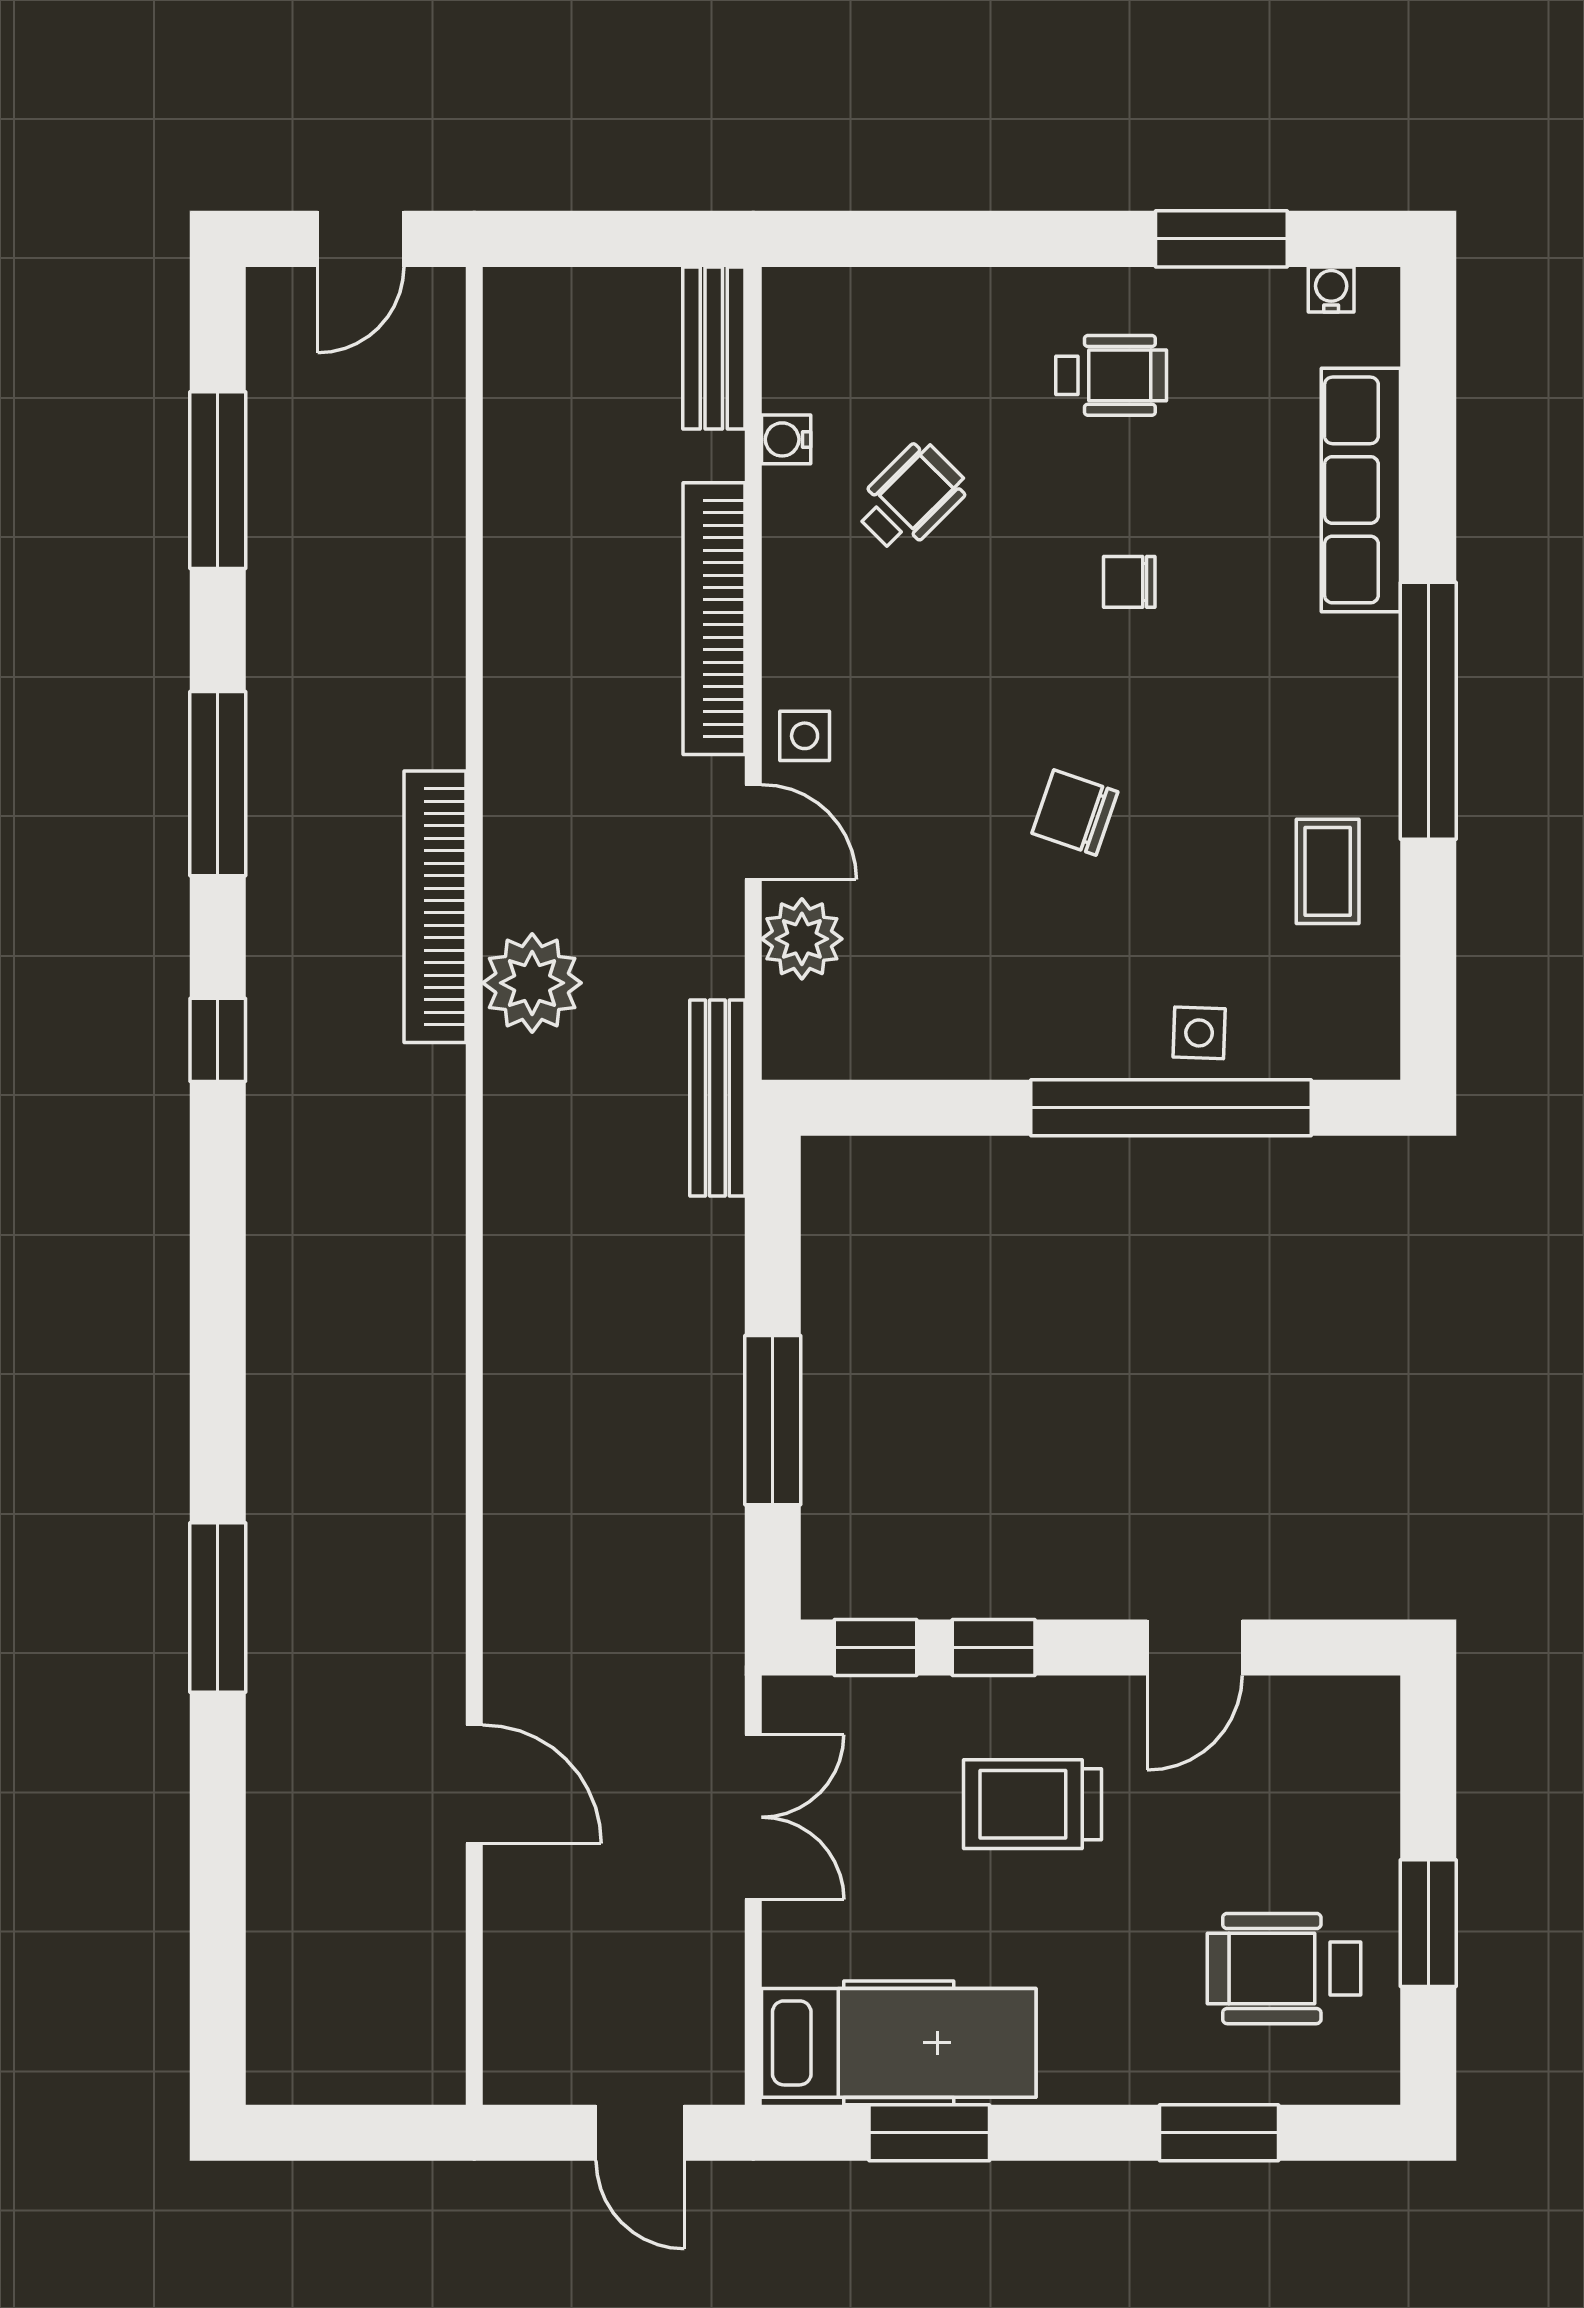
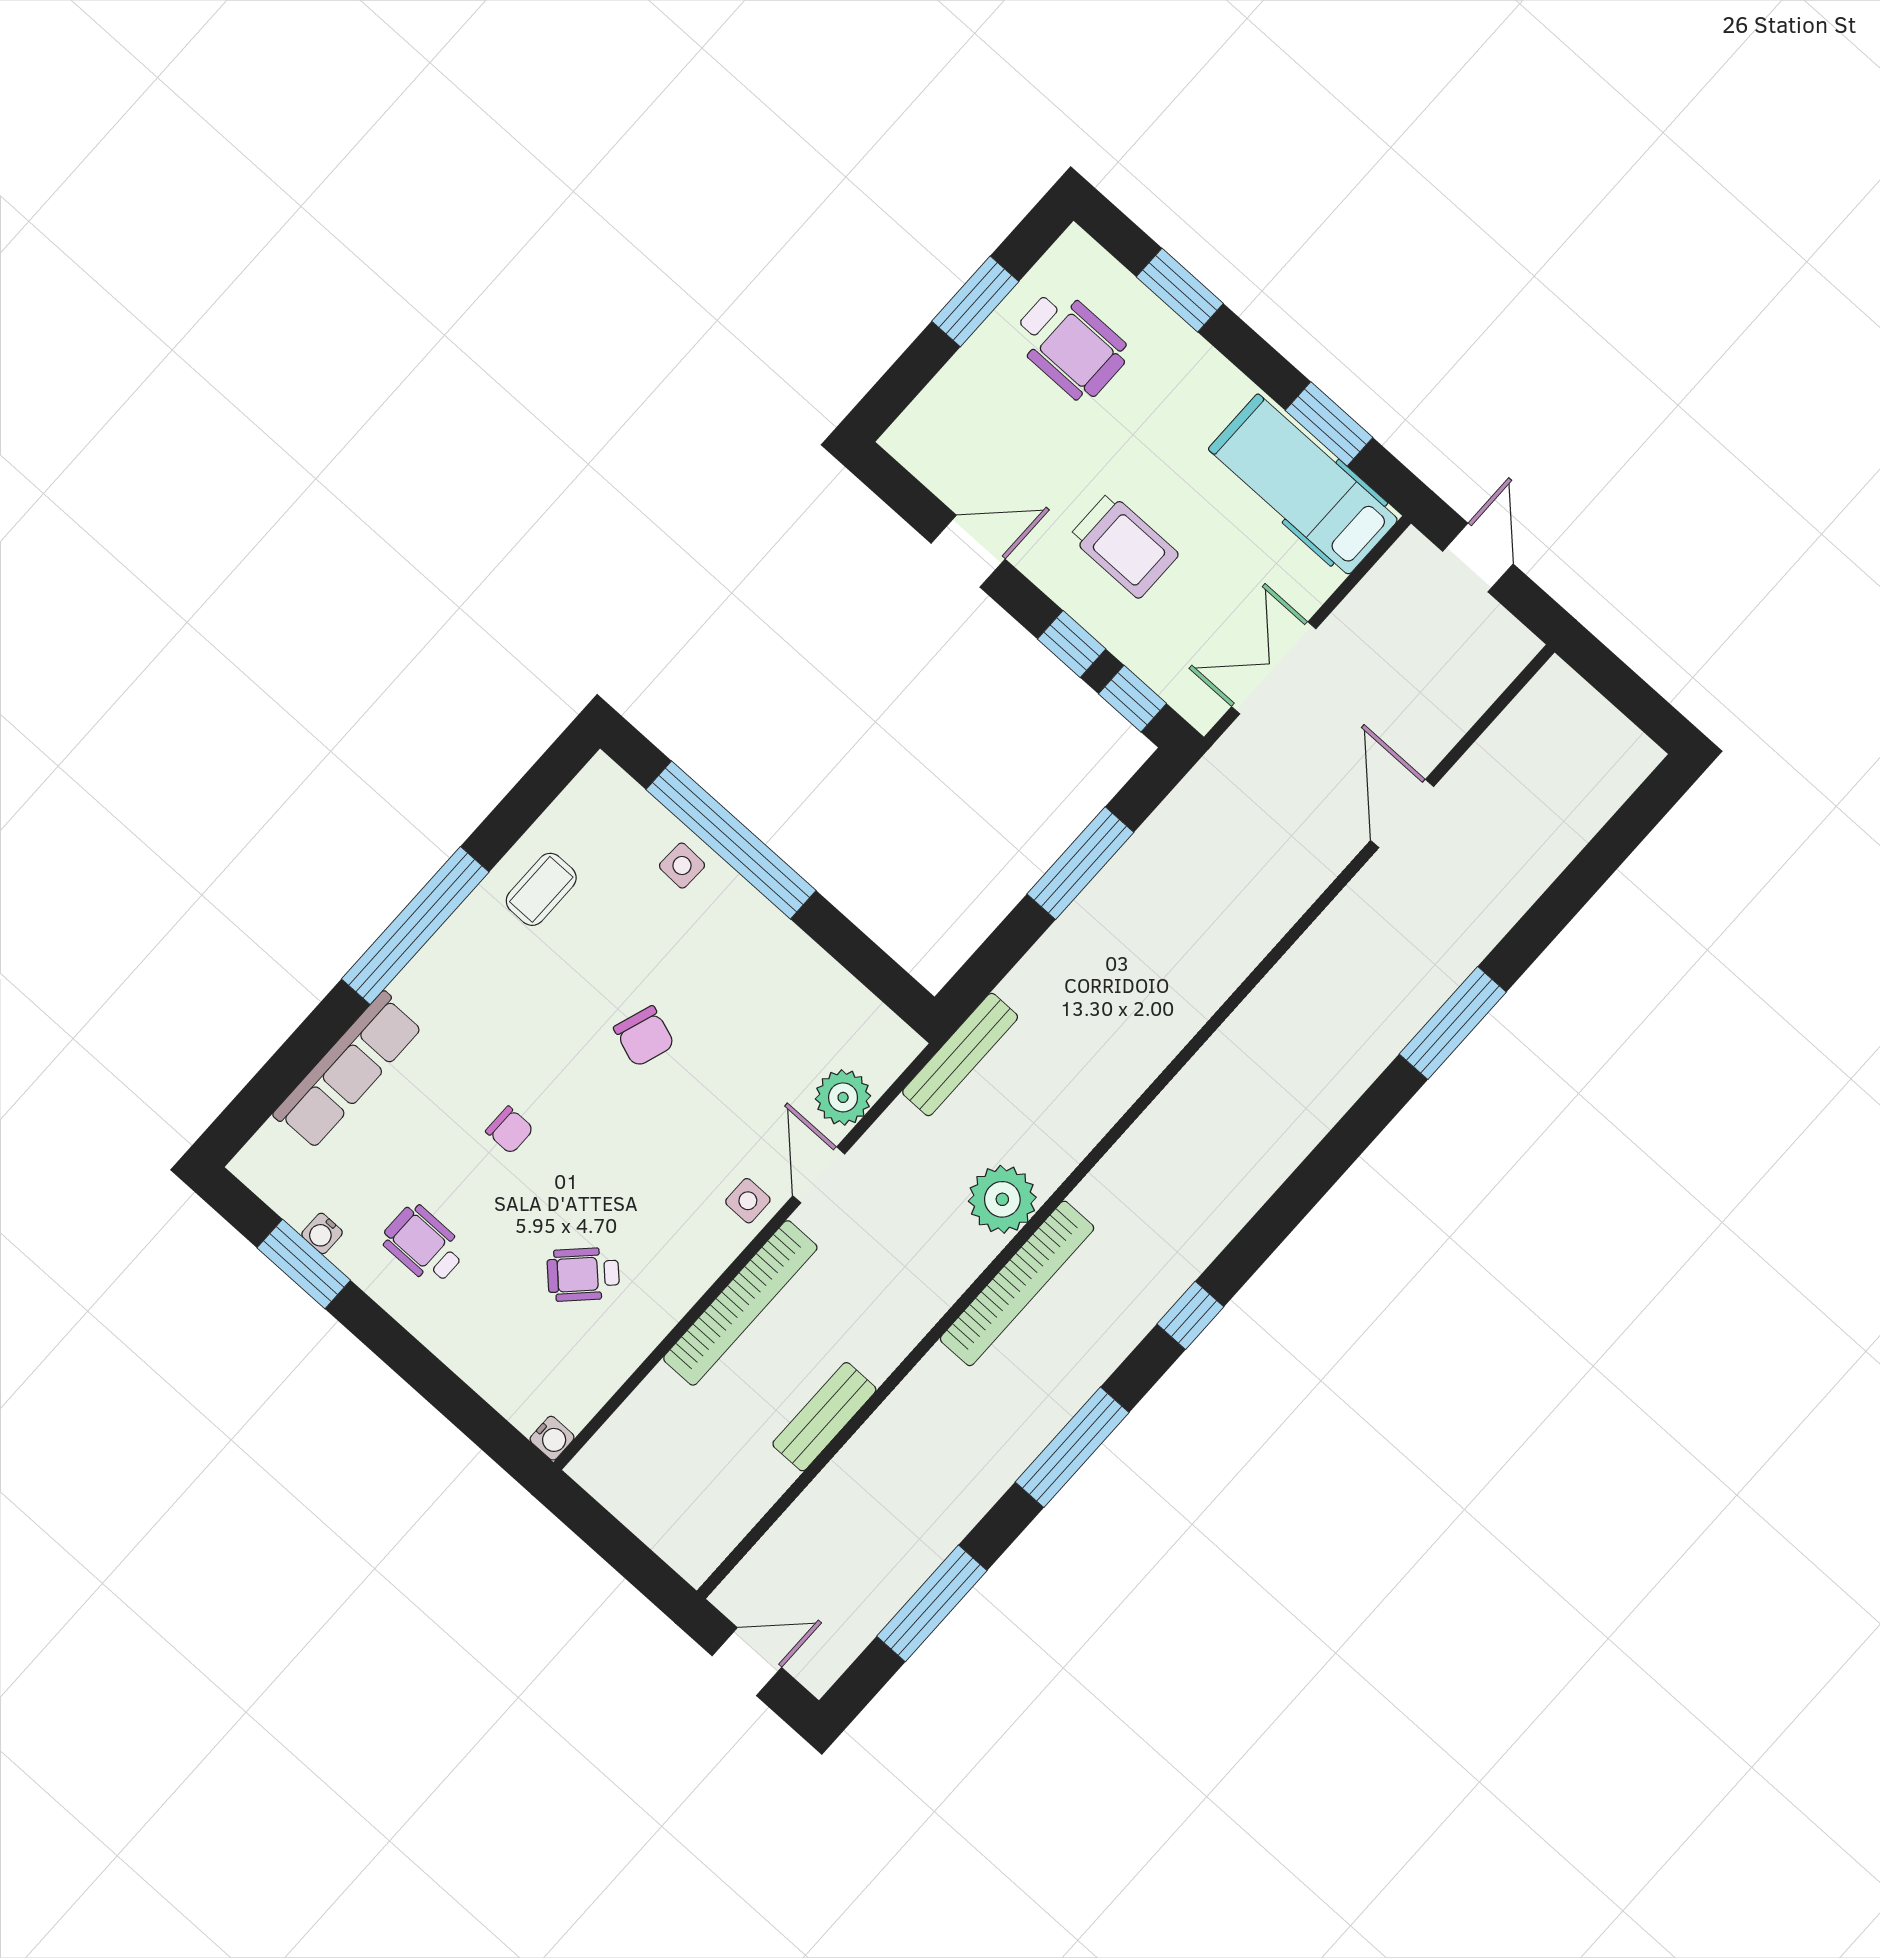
water cooler: (1331, 290) -> (322, 1233), moved
bench: (714, 348) -> (824, 1417), moved
water cooler: (786, 439) -> (552, 1438), moved

